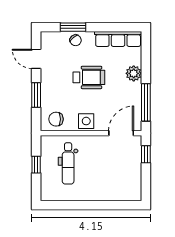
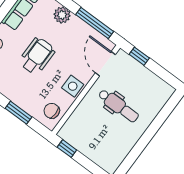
chair: (56, 119) -> (52, 111), turned 90
dental chair: (68, 163) -> (118, 106), moved
window: (36, 165) -> (67, 149), moved

